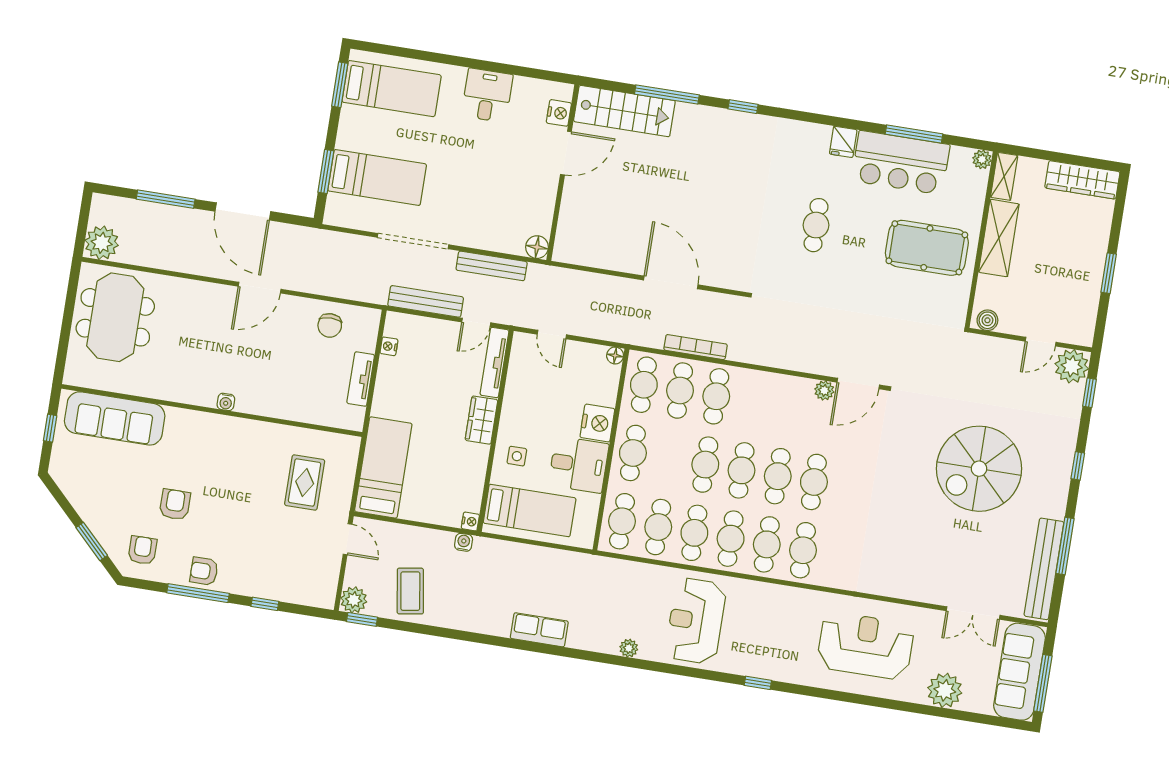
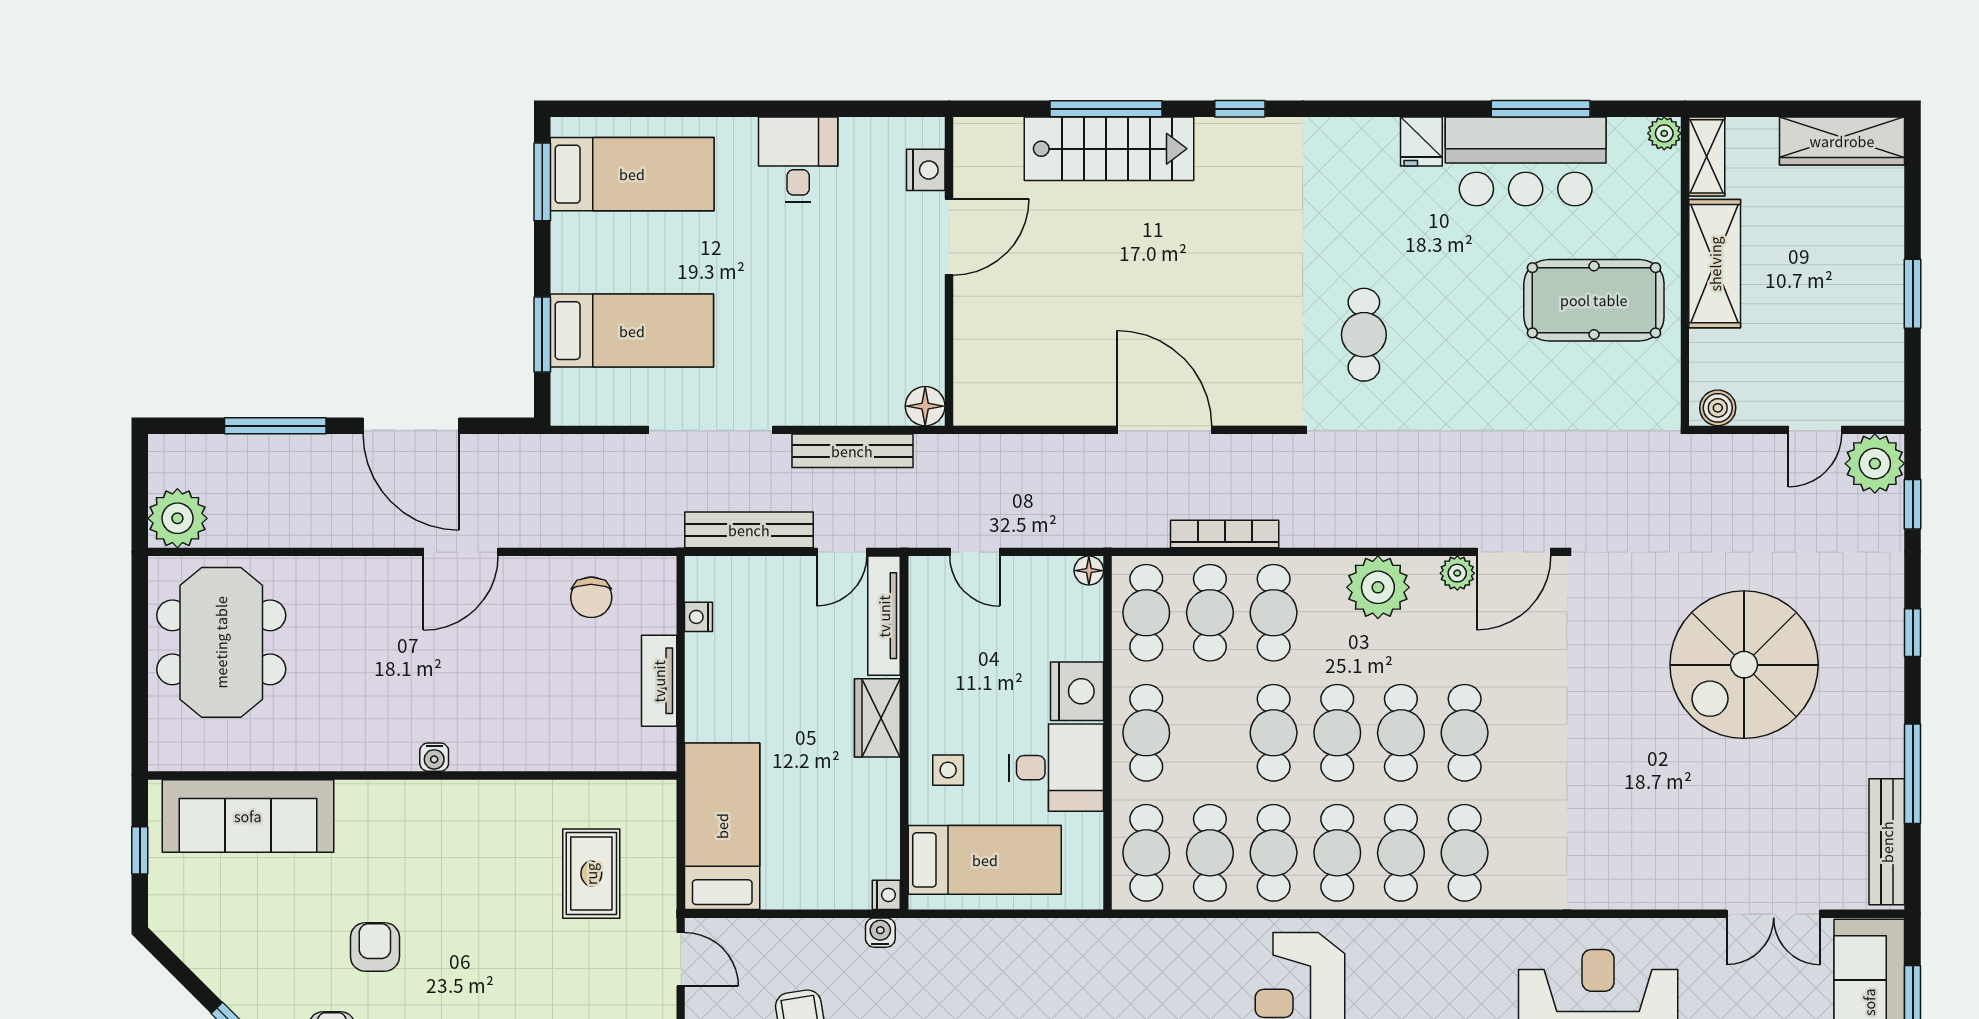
stairs: (624, 111) -> (1109, 149), moved
cafe table: (816, 225) -> (1364, 335), moved
plant: (778, 391) -> (1378, 587), added
bench: (1044, 569) -> (1887, 842), width x0.73, depth x0.82

